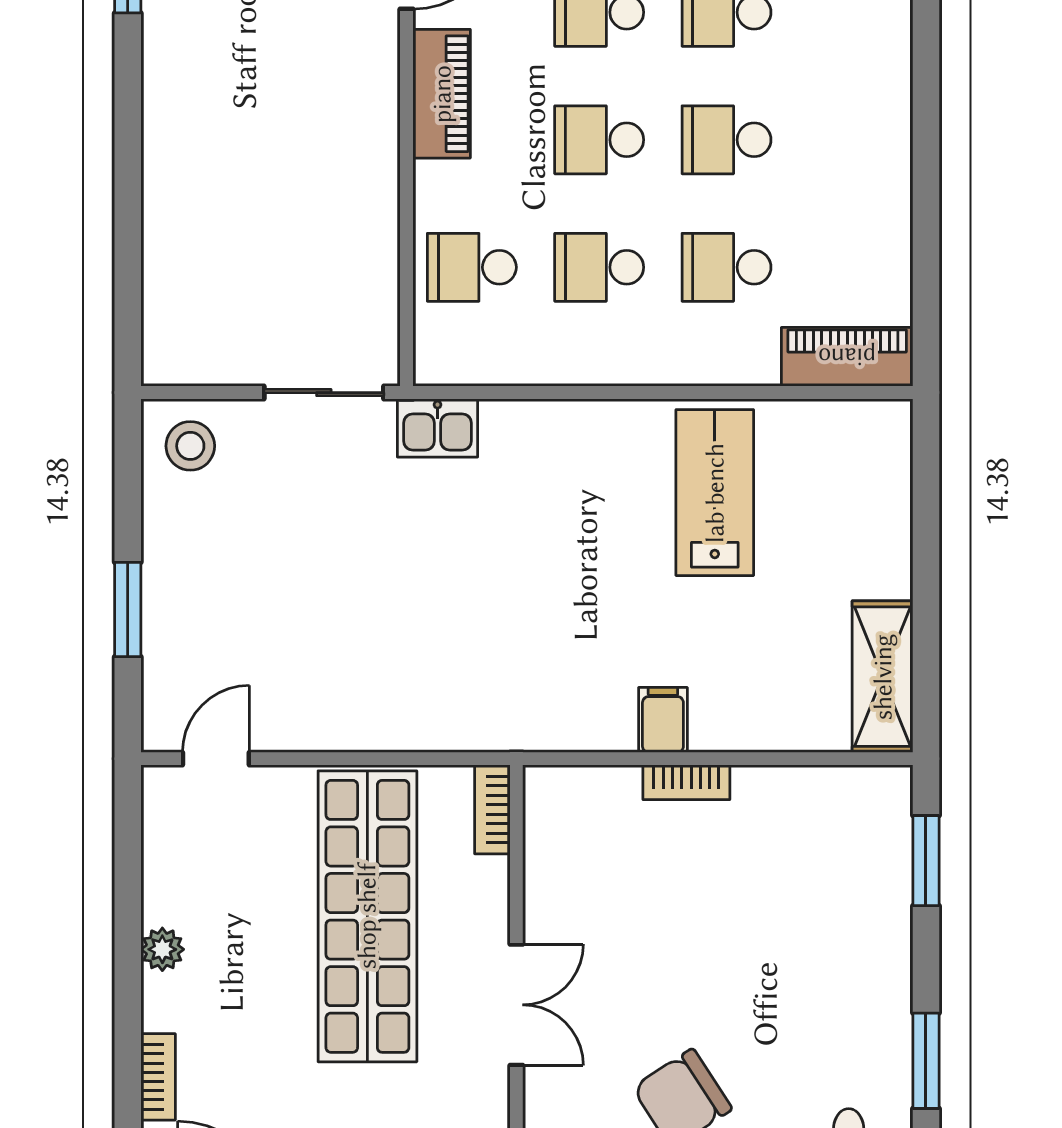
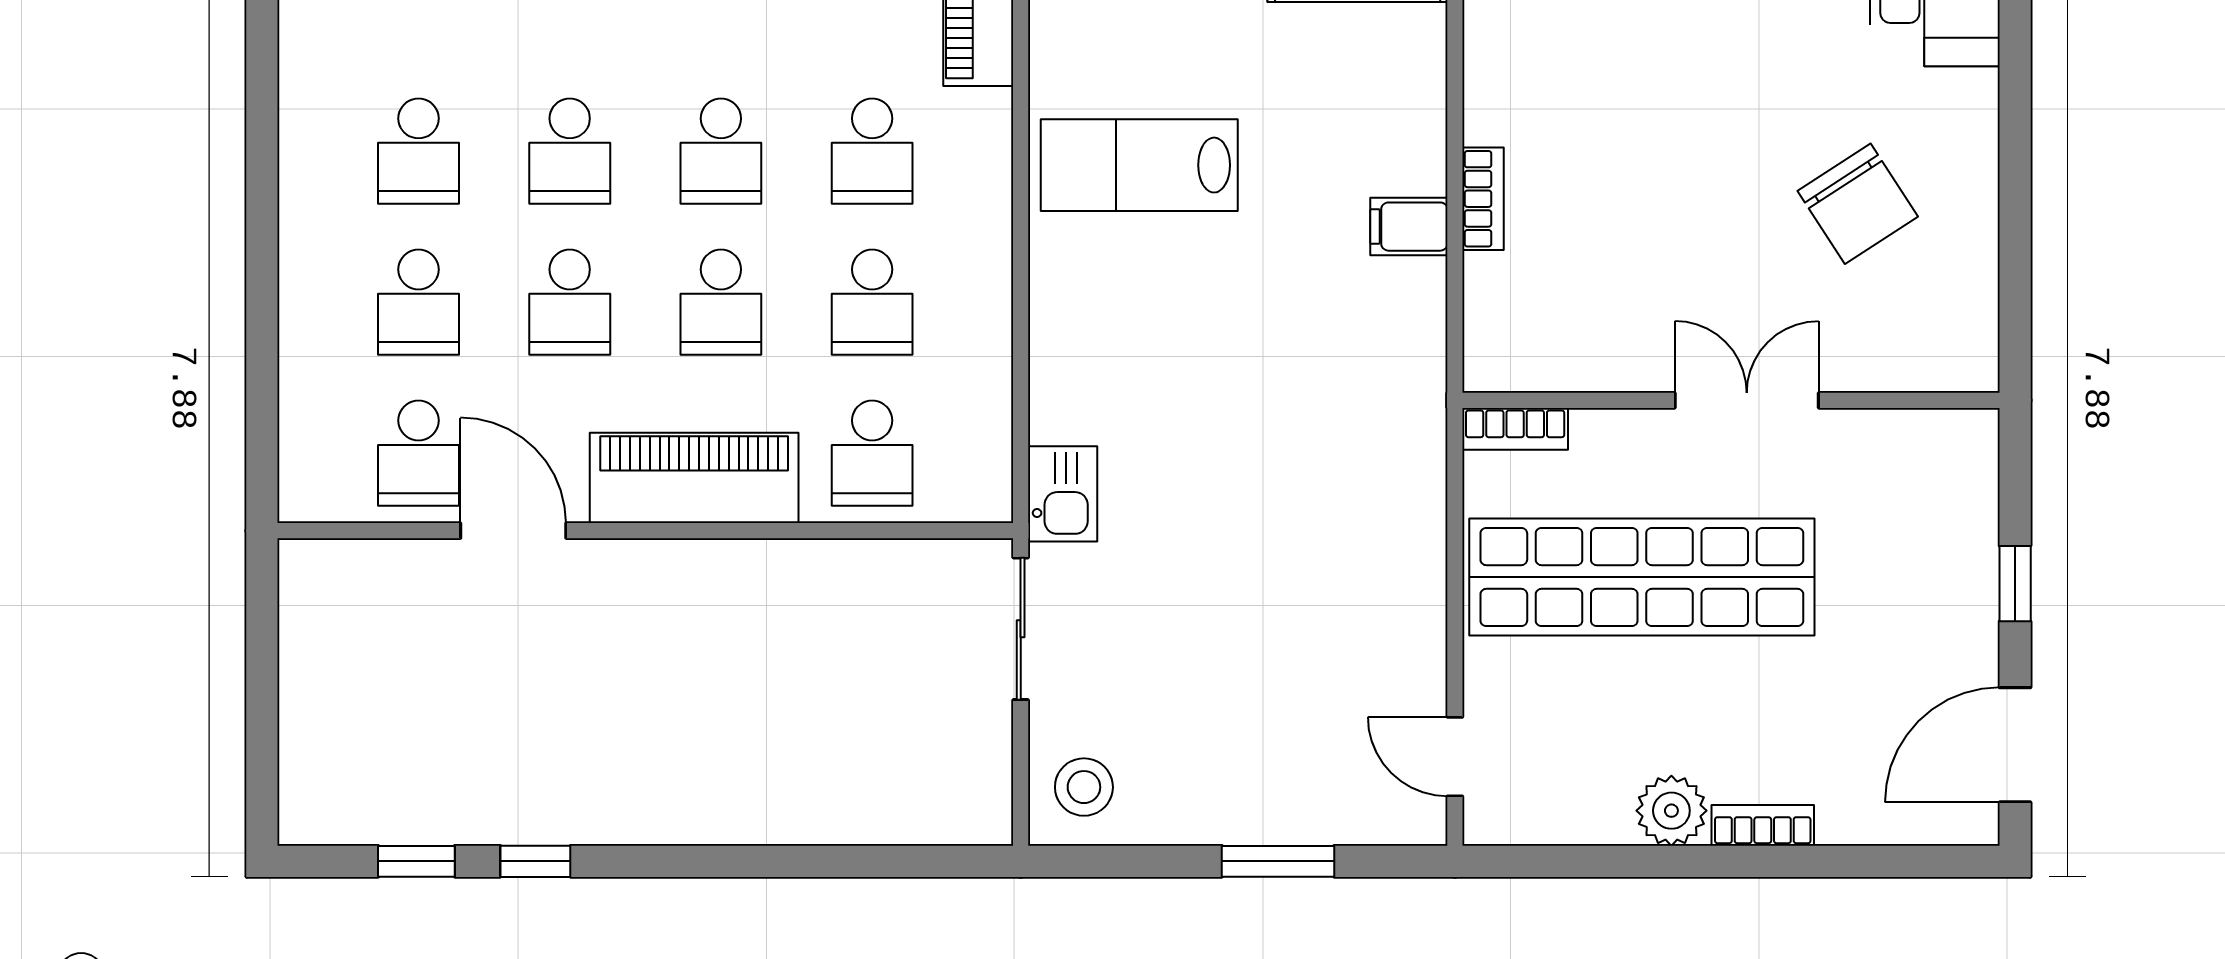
piano: (442, 94) -> (694, 478), width x1.37, depth x1.33
plant: (162, 949) -> (1671, 811), width x1.38, depth x1.38
bookcase: (158, 1077) -> (1763, 825), moved

